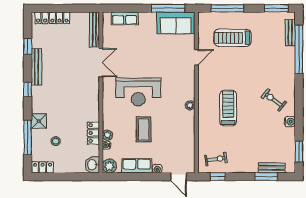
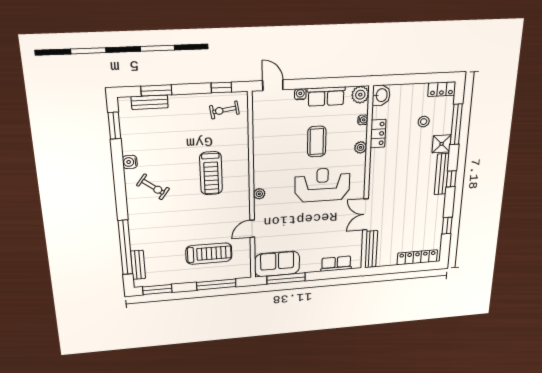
bench: (36, 67) -> (442, 174), moved
plant: (190, 105) -> (259, 194), moved
plant: (107, 135) -> (361, 147), moved

